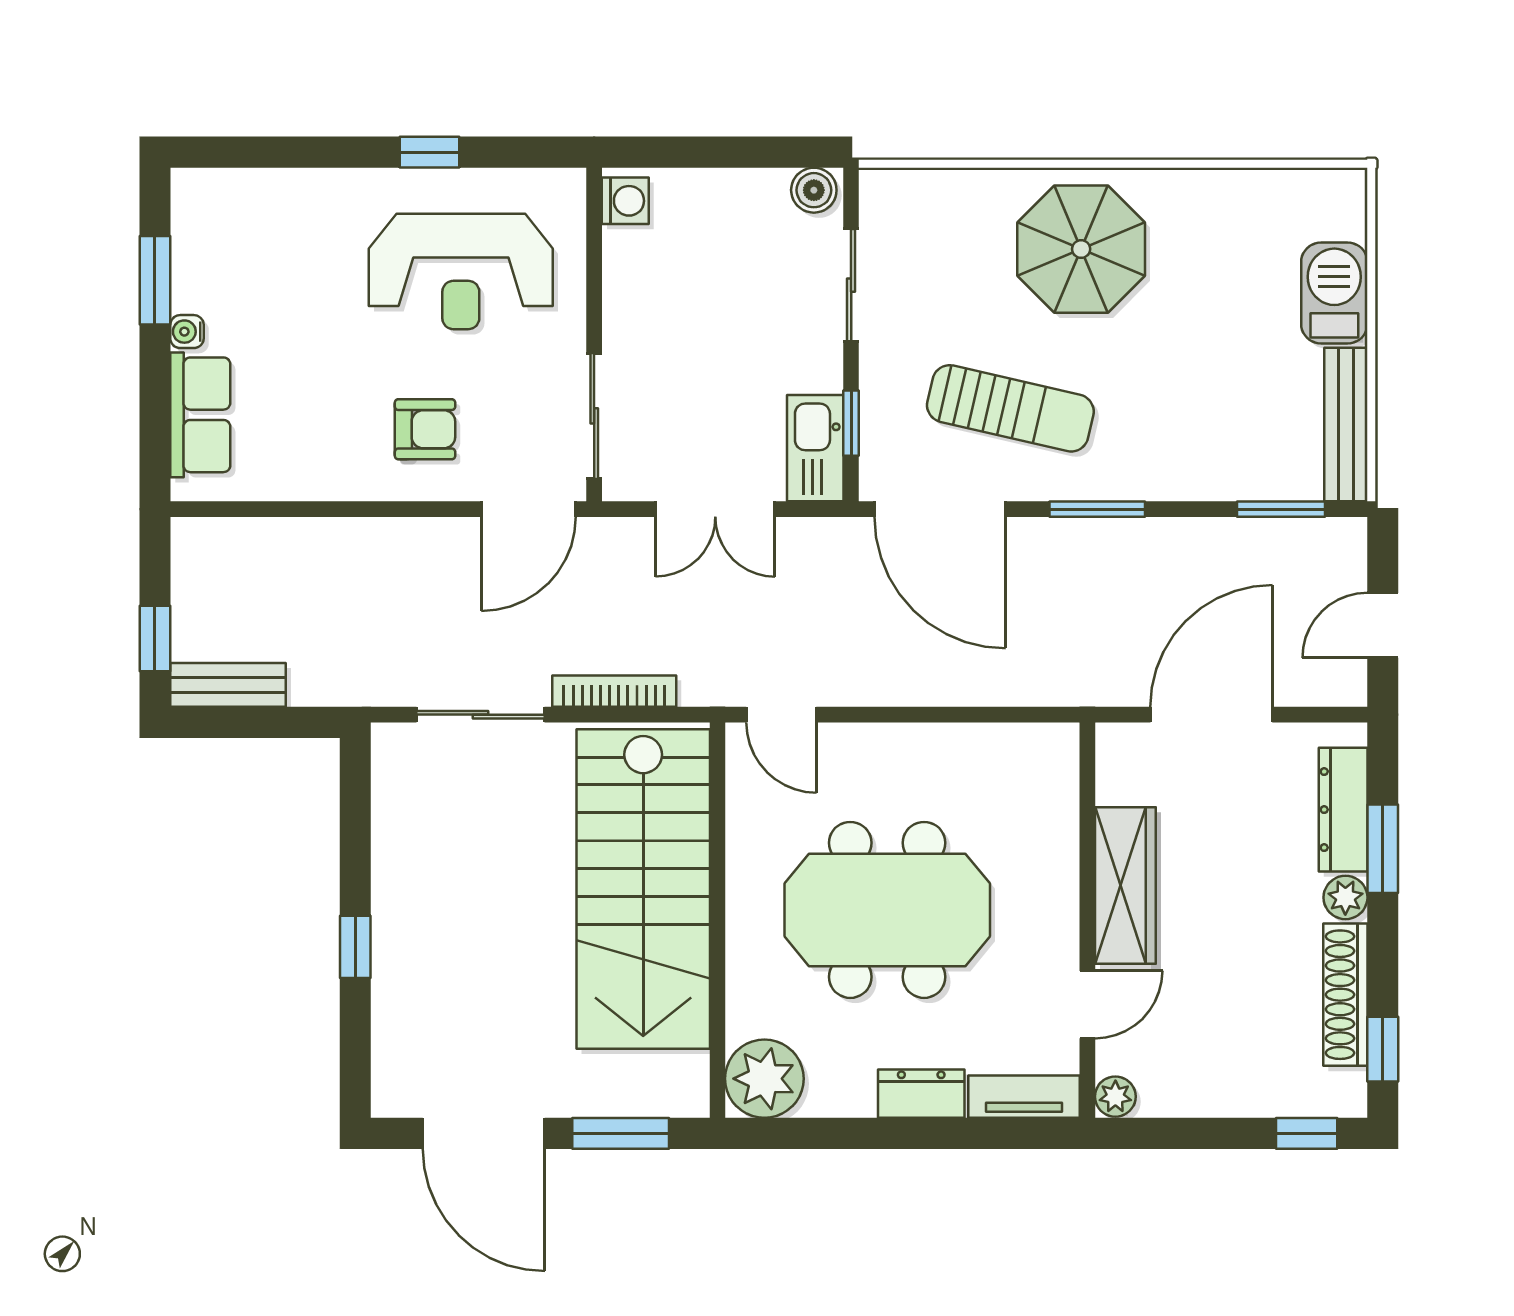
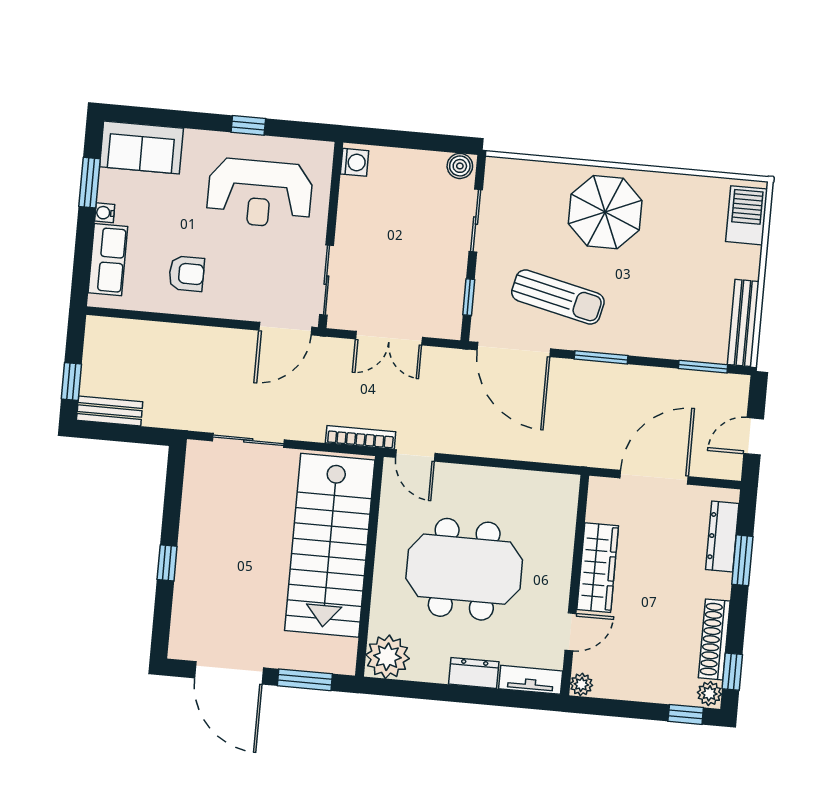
sofa: (242, 209) -> (141, 148), added
barbecue: (1334, 293) -> (747, 215), moved
armchair: (425, 429) -> (187, 274), moved
kitchen sink: (815, 448) -> (448, 309), removed
bookcase: (614, 691) -> (361, 437), moved
plant: (1345, 897) -> (709, 693), moved

